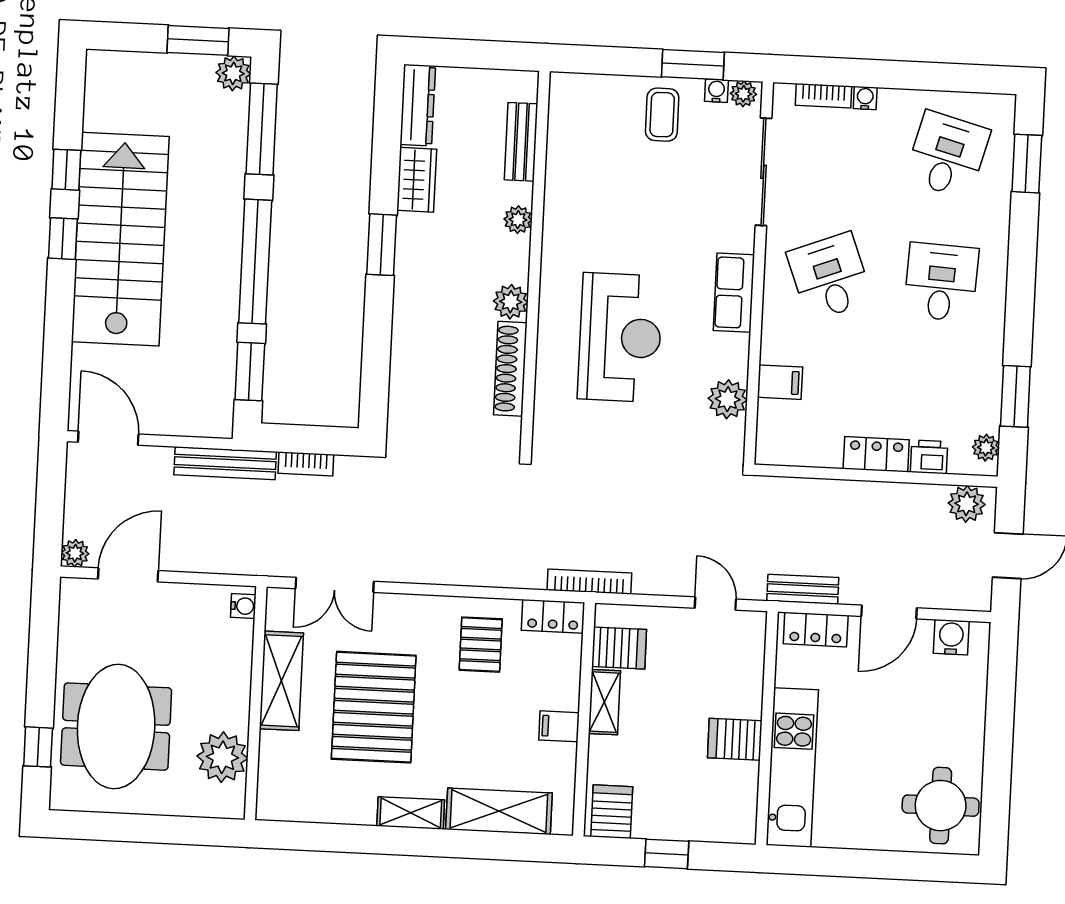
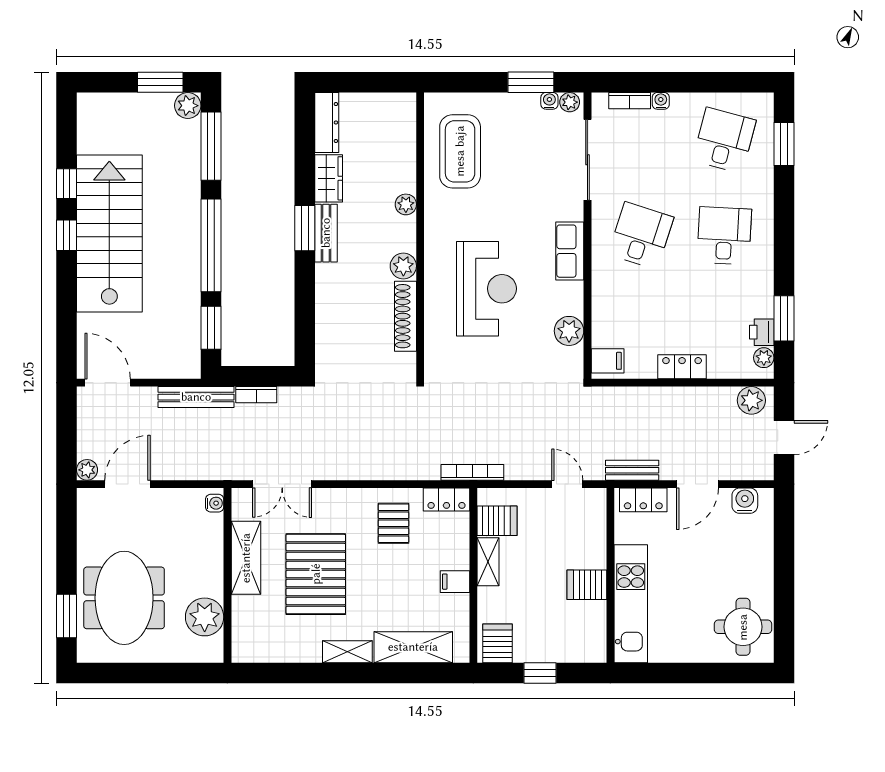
coffee table: (662, 115) -> (460, 151), moved, width x1.86, depth x1.72
bench: (521, 142) -> (326, 233), moved
desk: (830, 277) -> (641, 236), turned 39
filing cabinet: (780, 382) -> (608, 361), moved
printer: (929, 457) -> (762, 332), moved, turned -90
window: (38, 747) -> (66, 616), width x1.50

